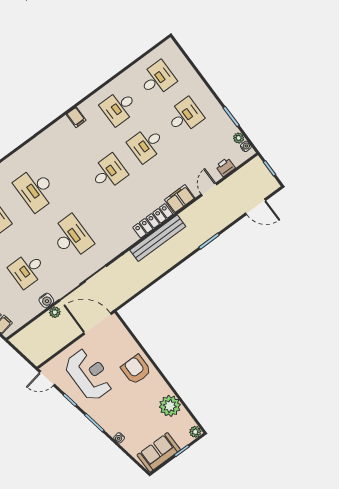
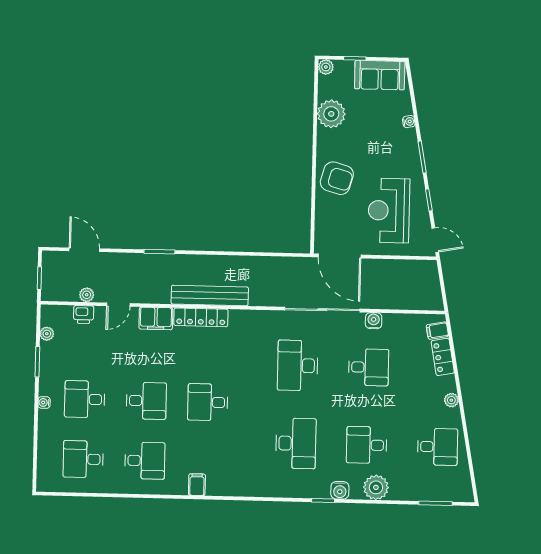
water cooler: (246, 146) -> (44, 402), moved
plant: (55, 312) -> (87, 295), moved
armchair: (136, 369) -> (337, 178), turned -74

